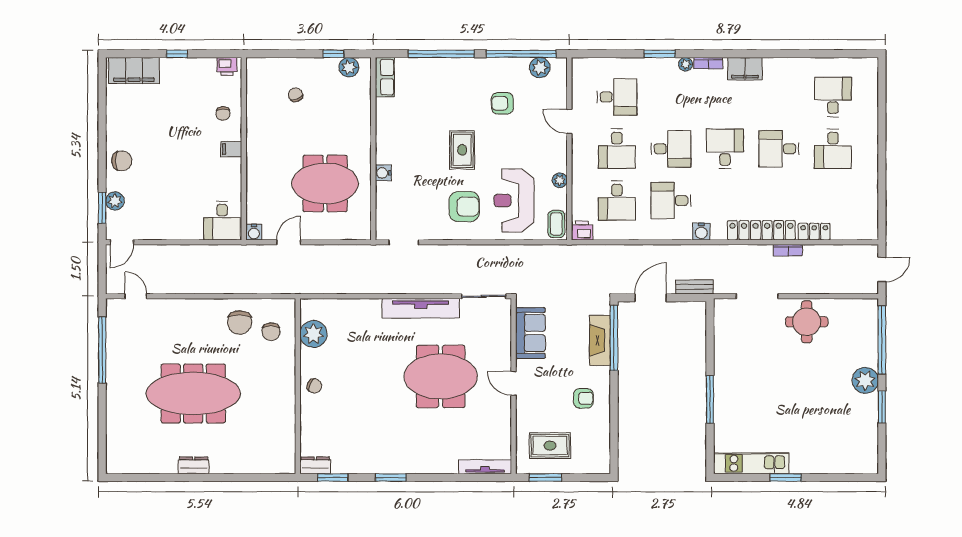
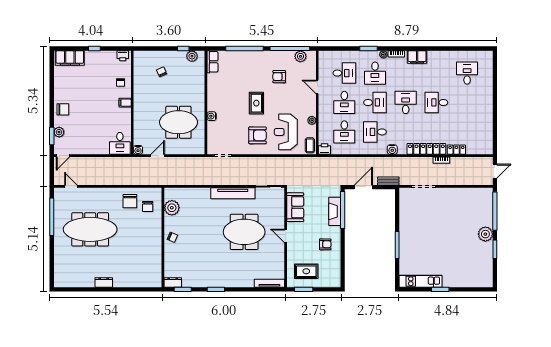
desk: (833, 149) -> (375, 73), moved
round table: (807, 322) -> (452, 201), removed
meeting table: (193, 393) -> (90, 229), moved

